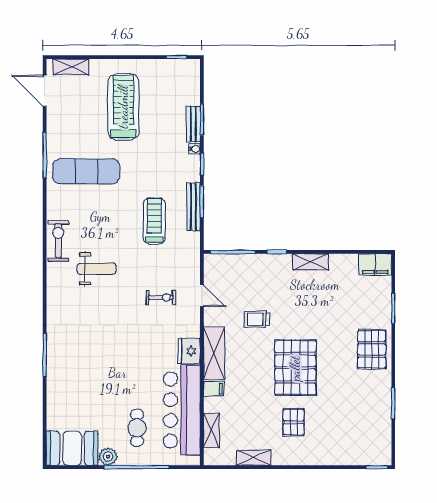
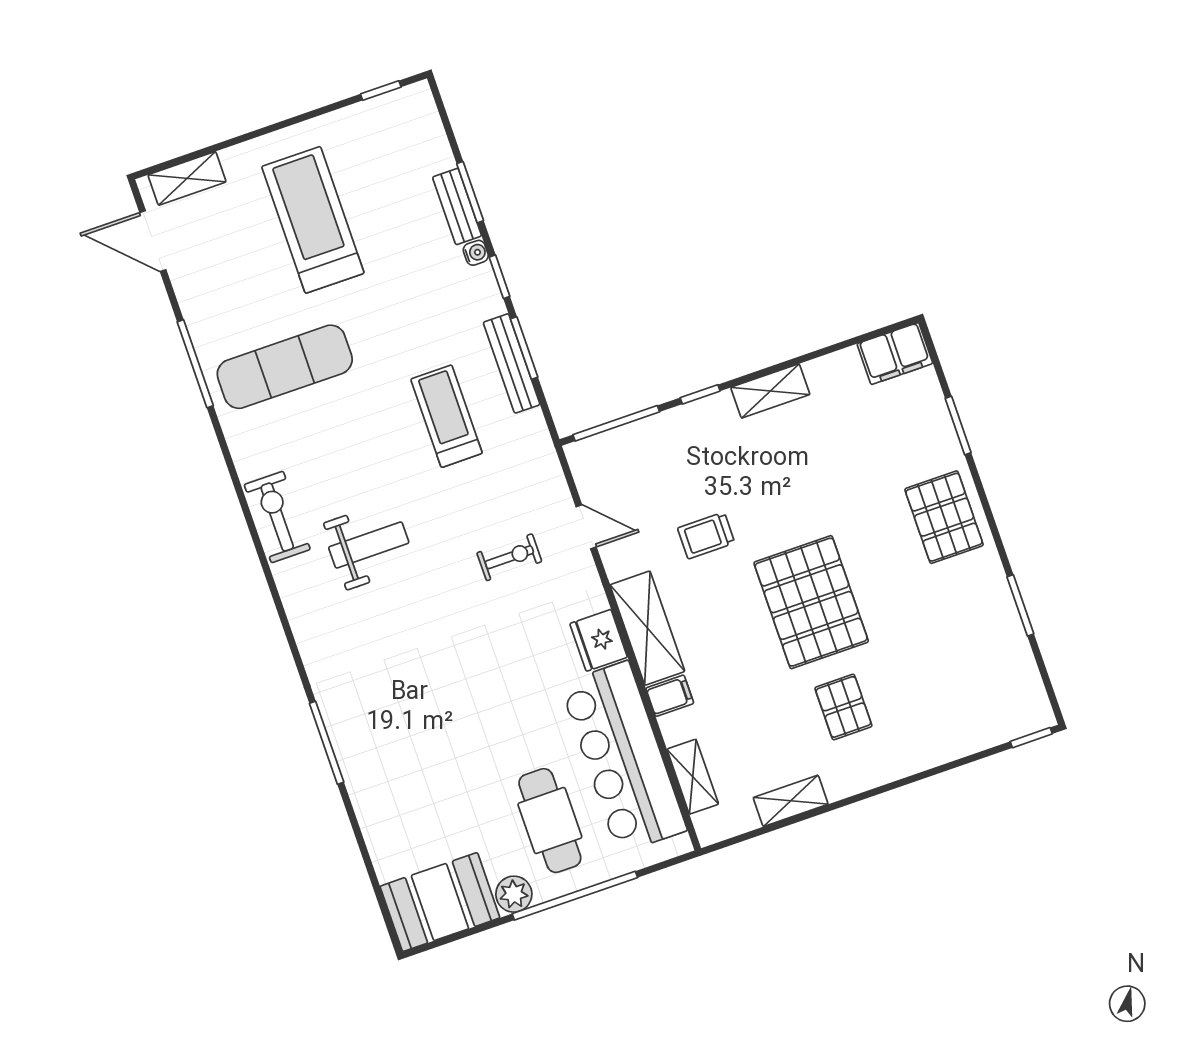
cafe table: (137, 428) -> (550, 821), width x1.37, depth x1.35

